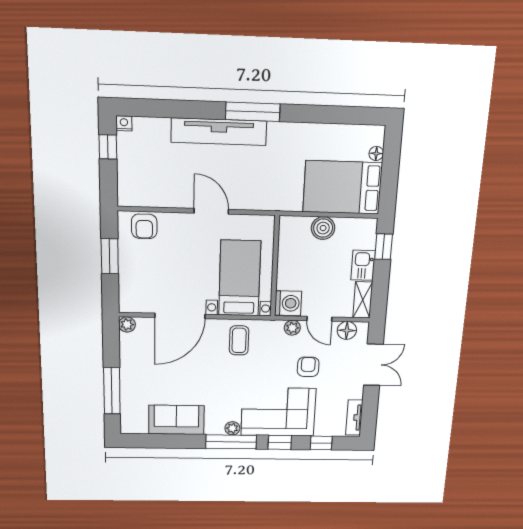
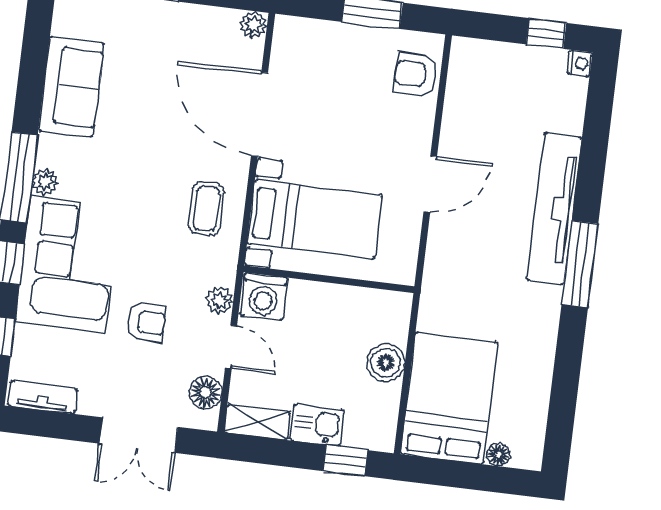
door: (319, 319) -> (231, 347), swing flipped
coffee table: (239, 340) -> (206, 209), turned 90

